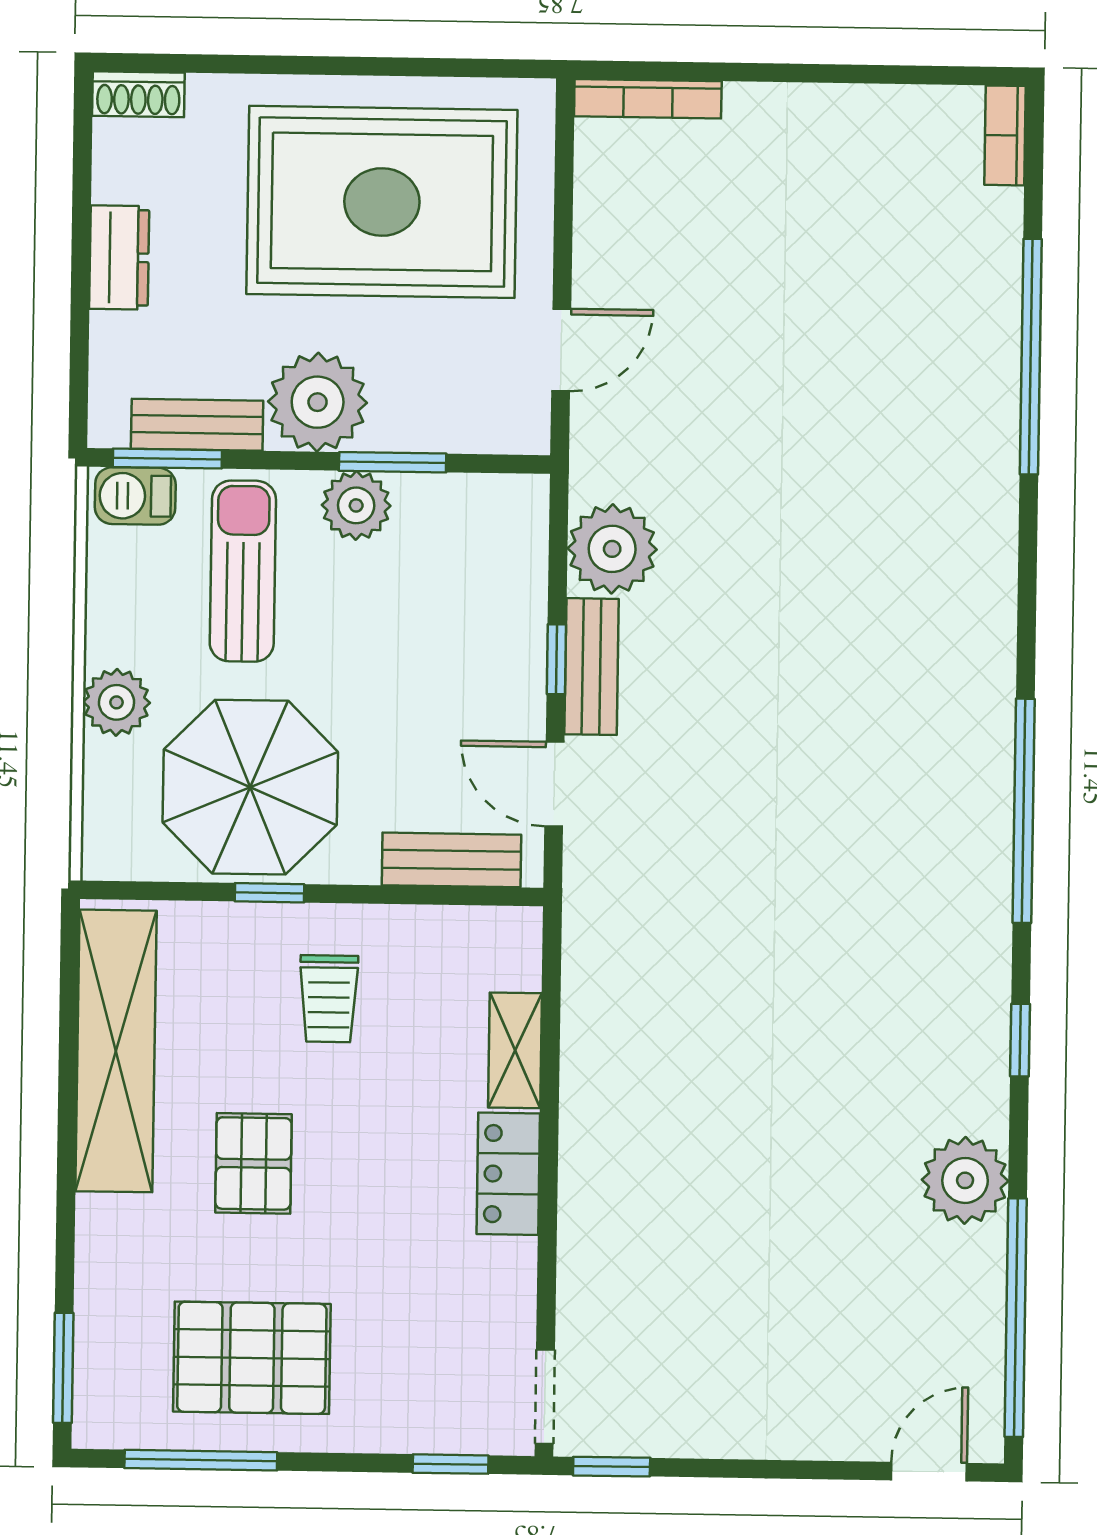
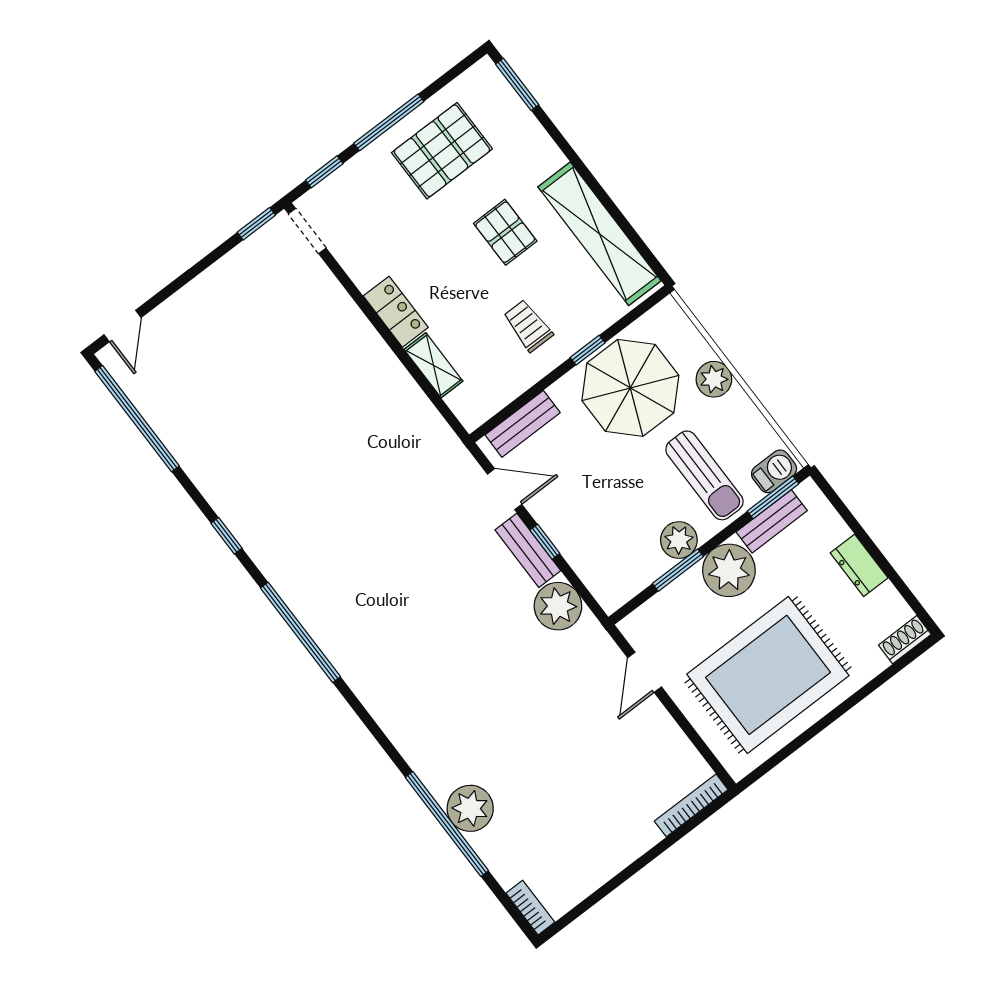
plant: (965, 1180) -> (470, 808), moved
window: (201, 1460) -> (389, 122), moved

